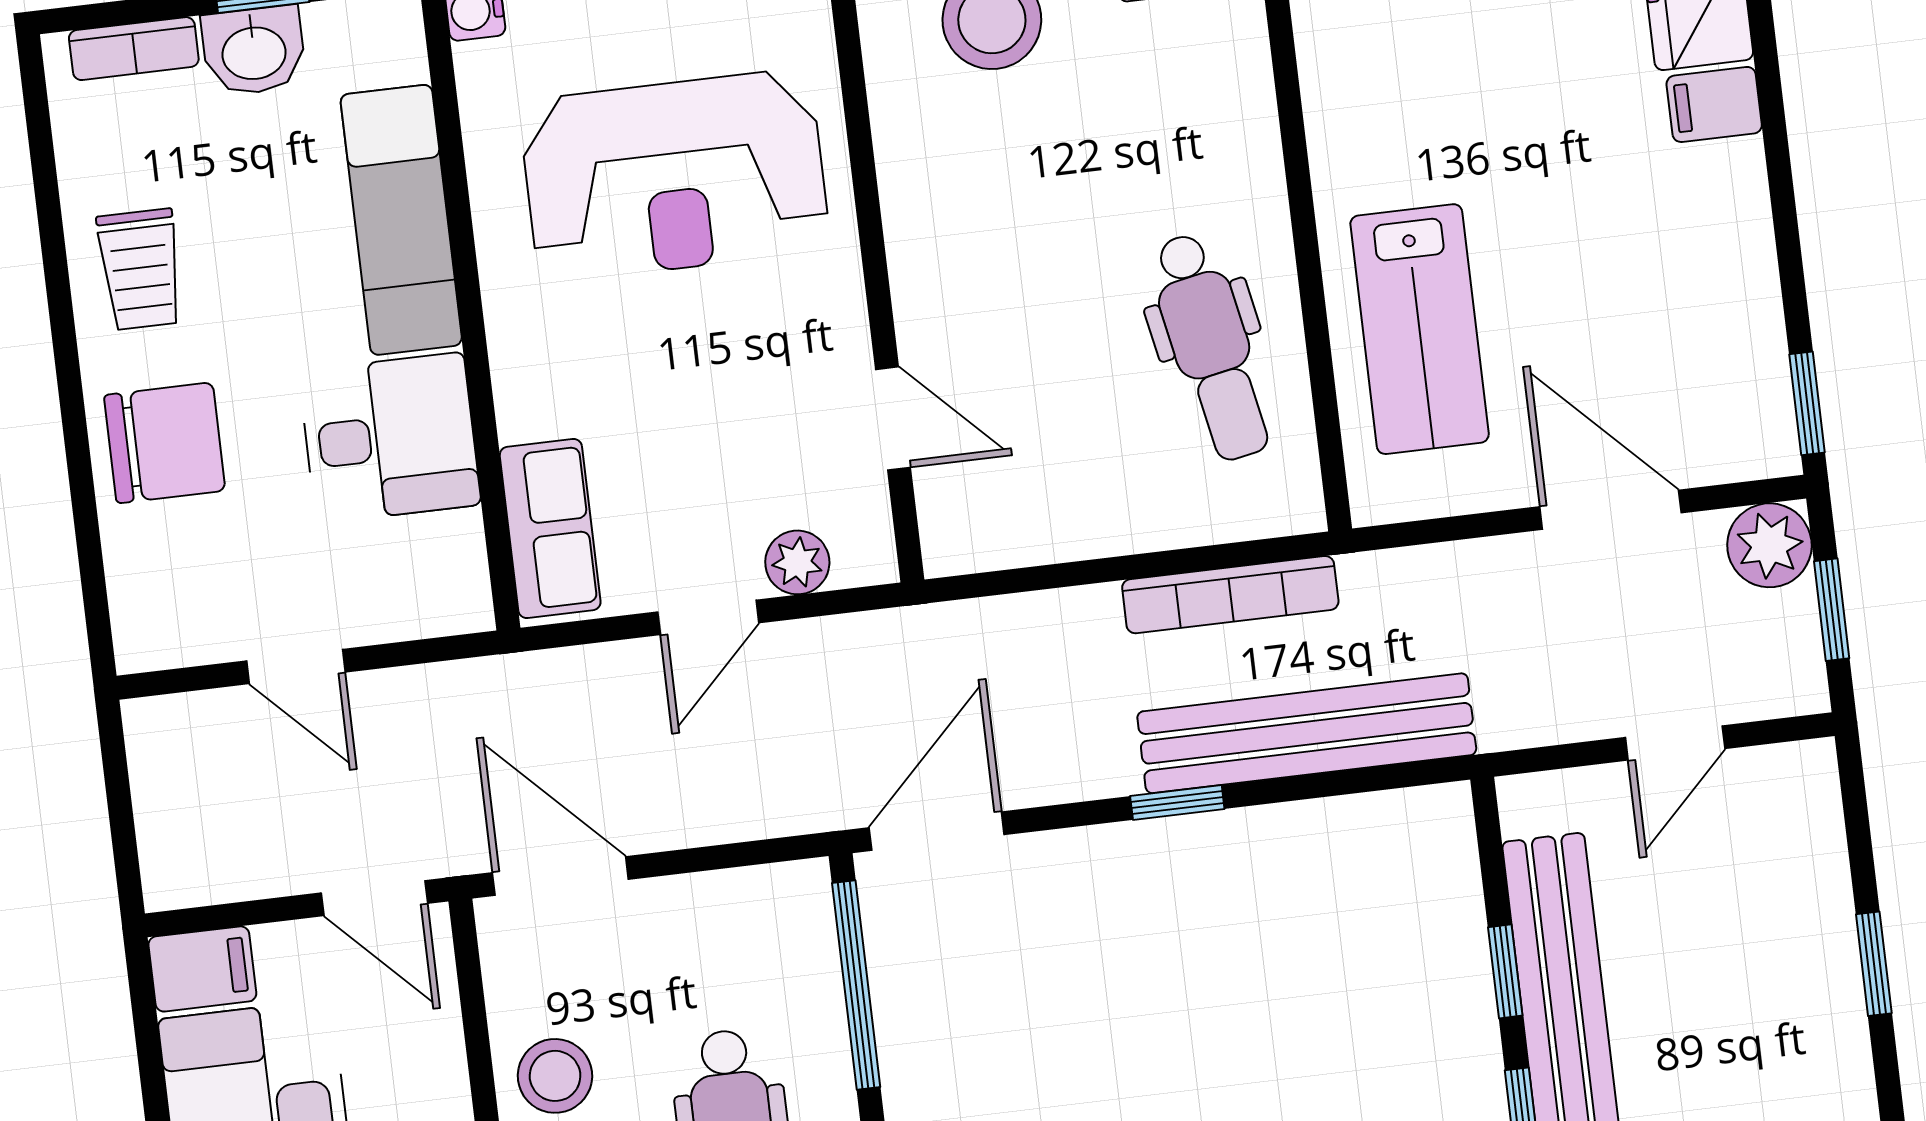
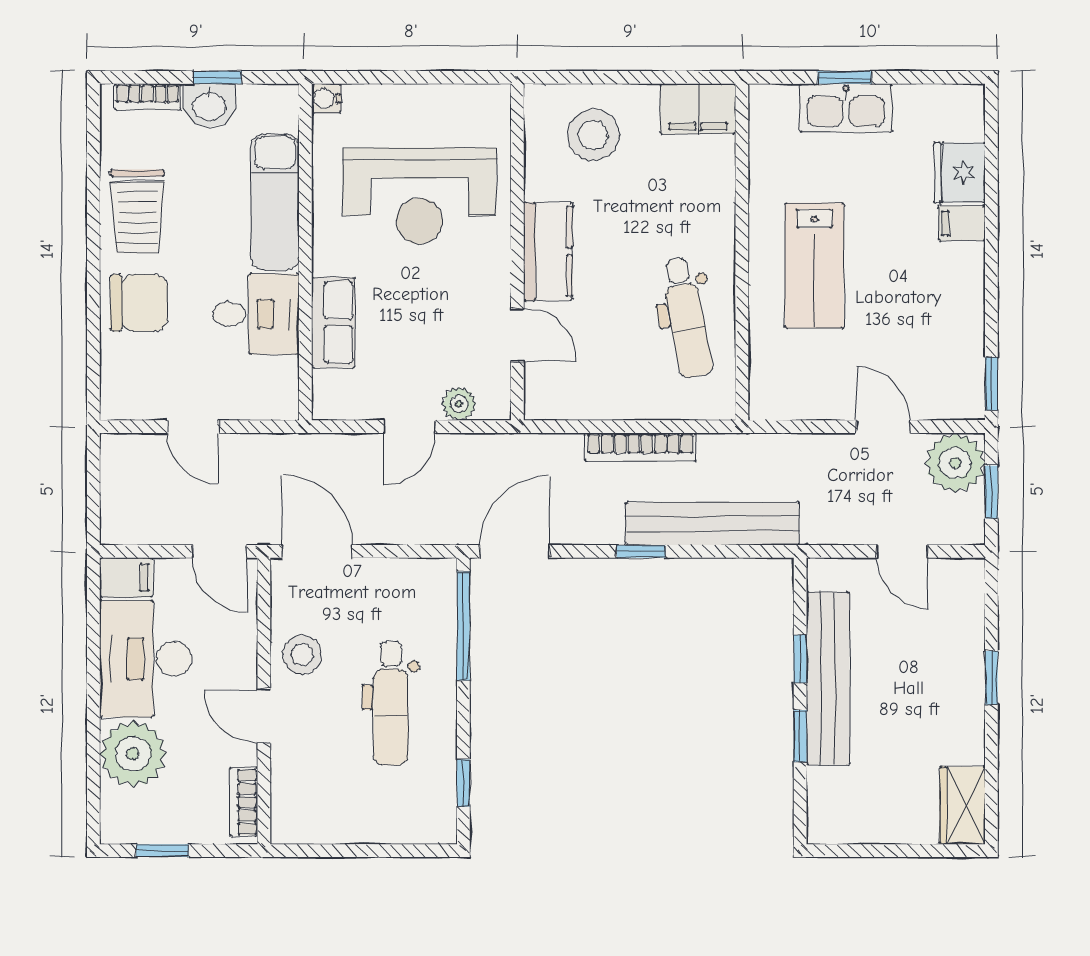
kitchen counter: (932, 252) -> (548, 251), added
trolley: (140, 269) -> (137, 212), width x1.36, depth x1.39
lab bench: (1420, 329) -> (814, 266), moved
door: (1611, 510) -> (883, 427), width x0.73
row of seats: (550, 529) -> (333, 322), moved
plant: (1769, 545) -> (955, 463), width x1.36, depth x1.36
bookcase: (1230, 595) -> (640, 447), moved
door: (1675, 743) -> (902, 551), hinge flipped

